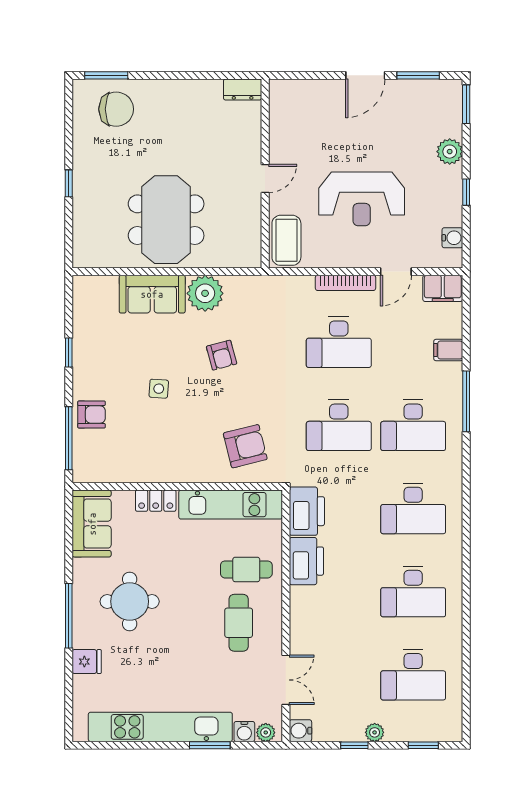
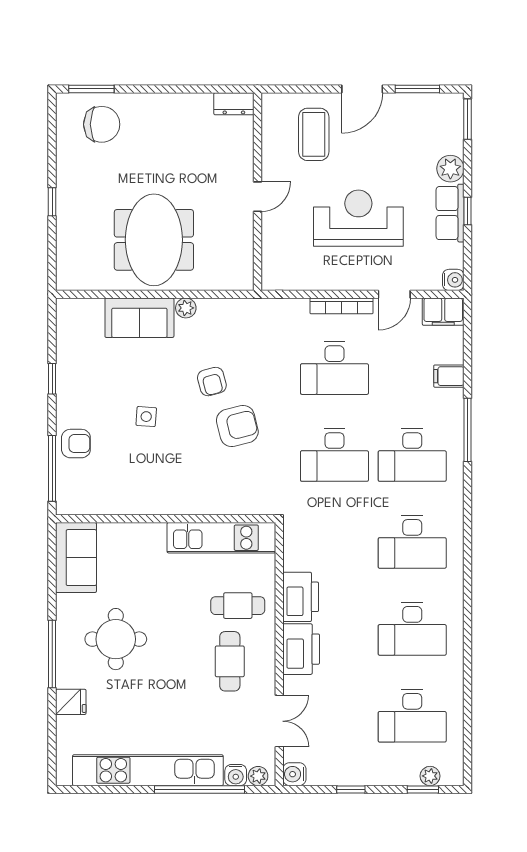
row of seats: (449, 194) -> (450, 213), added
reception desk: (362, 199) -> (358, 218), turned 180
water cooler: (452, 238) -> (453, 280), moved
coffee table: (286, 240) -> (314, 134), moved
plant: (205, 293) -> (186, 308), width x0.53, depth x0.53
armchair: (245, 446) -> (237, 426), moved
locker: (156, 501) -> (143, 534), removed
printer: (307, 511) -> (301, 649), moved
plant: (375, 732) -> (430, 776), moved
window: (210, 745) -> (200, 789), width x2.11

